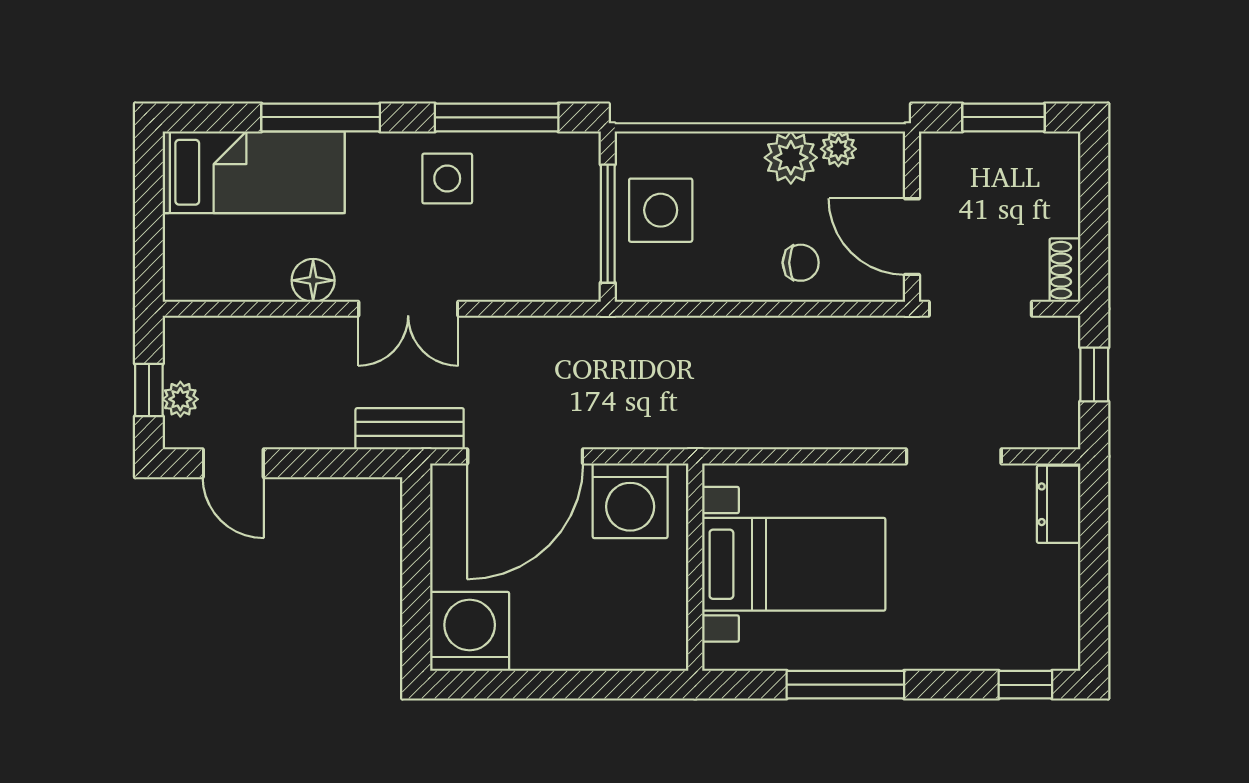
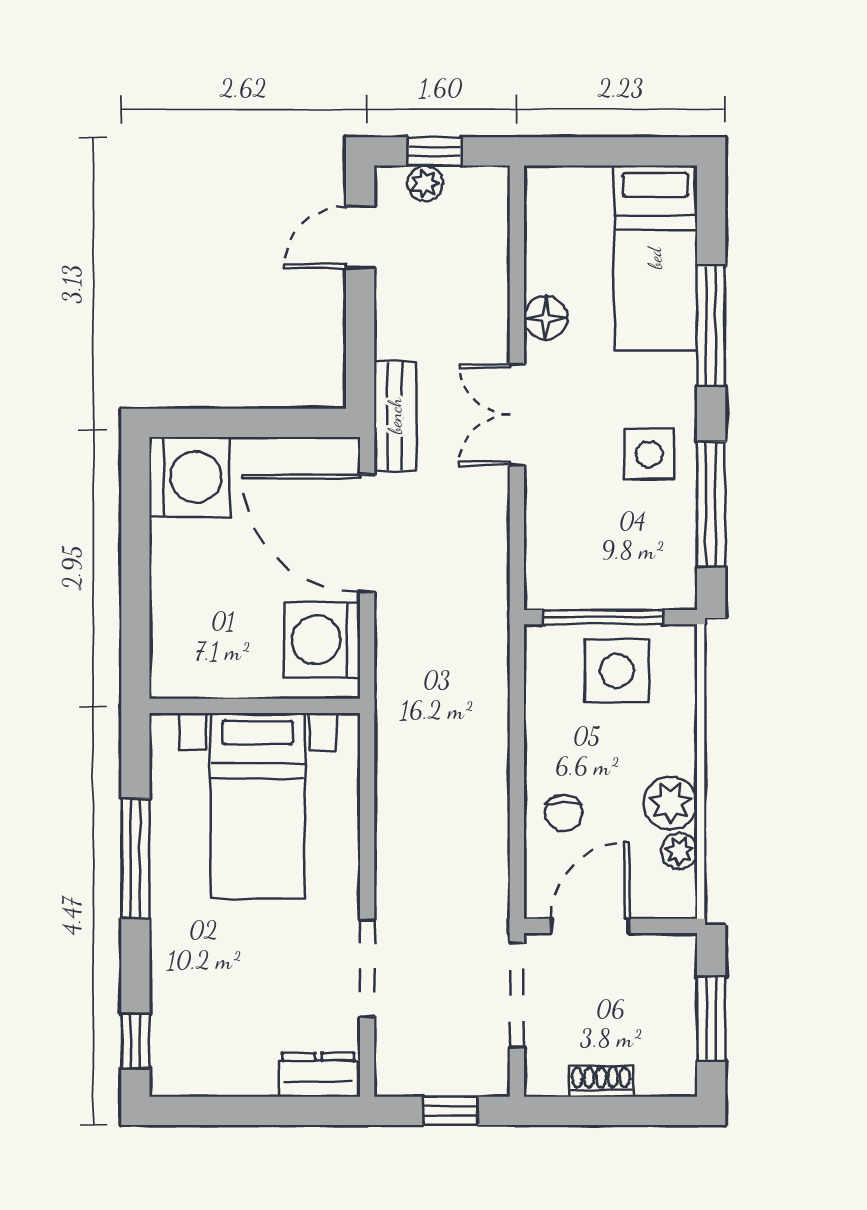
shoe rack: (1065, 270) -> (601, 1081), moved

